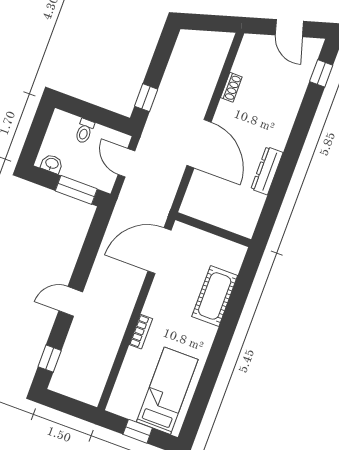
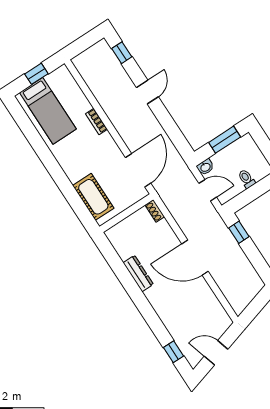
shoe rack: (231, 87) -> (155, 211), moved
door: (199, 144) -> (195, 258), moved
washbasin: (52, 164) -> (205, 167), moved
window: (76, 190) -> (225, 140), moved
cot: (215, 296) -> (93, 197), moved

